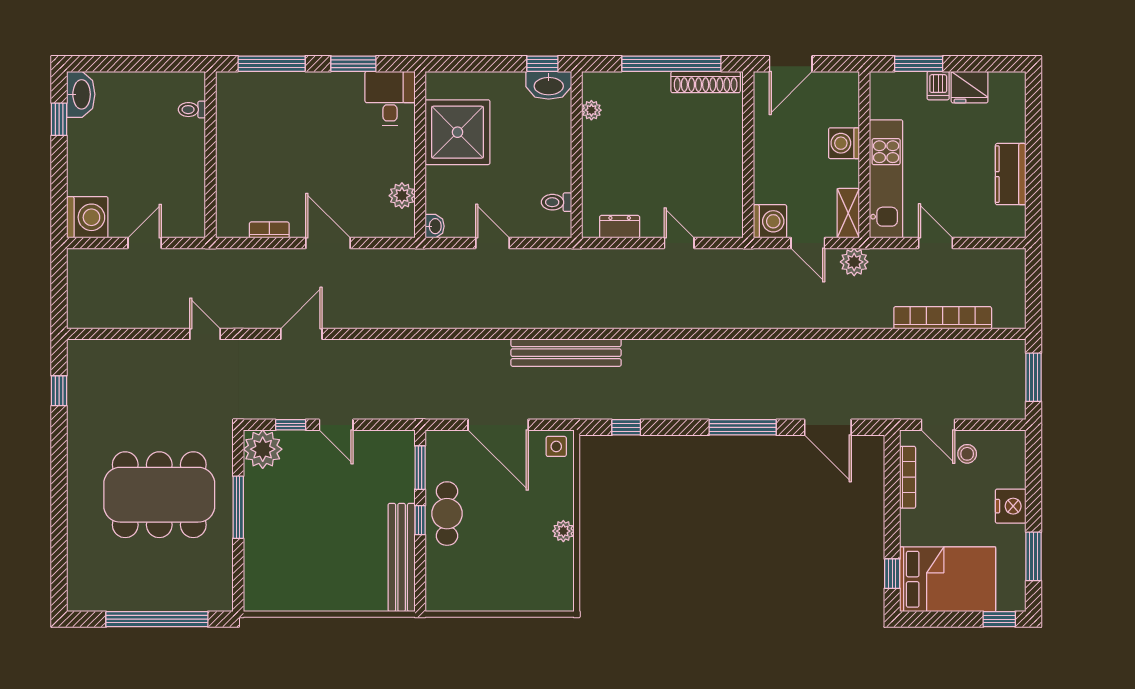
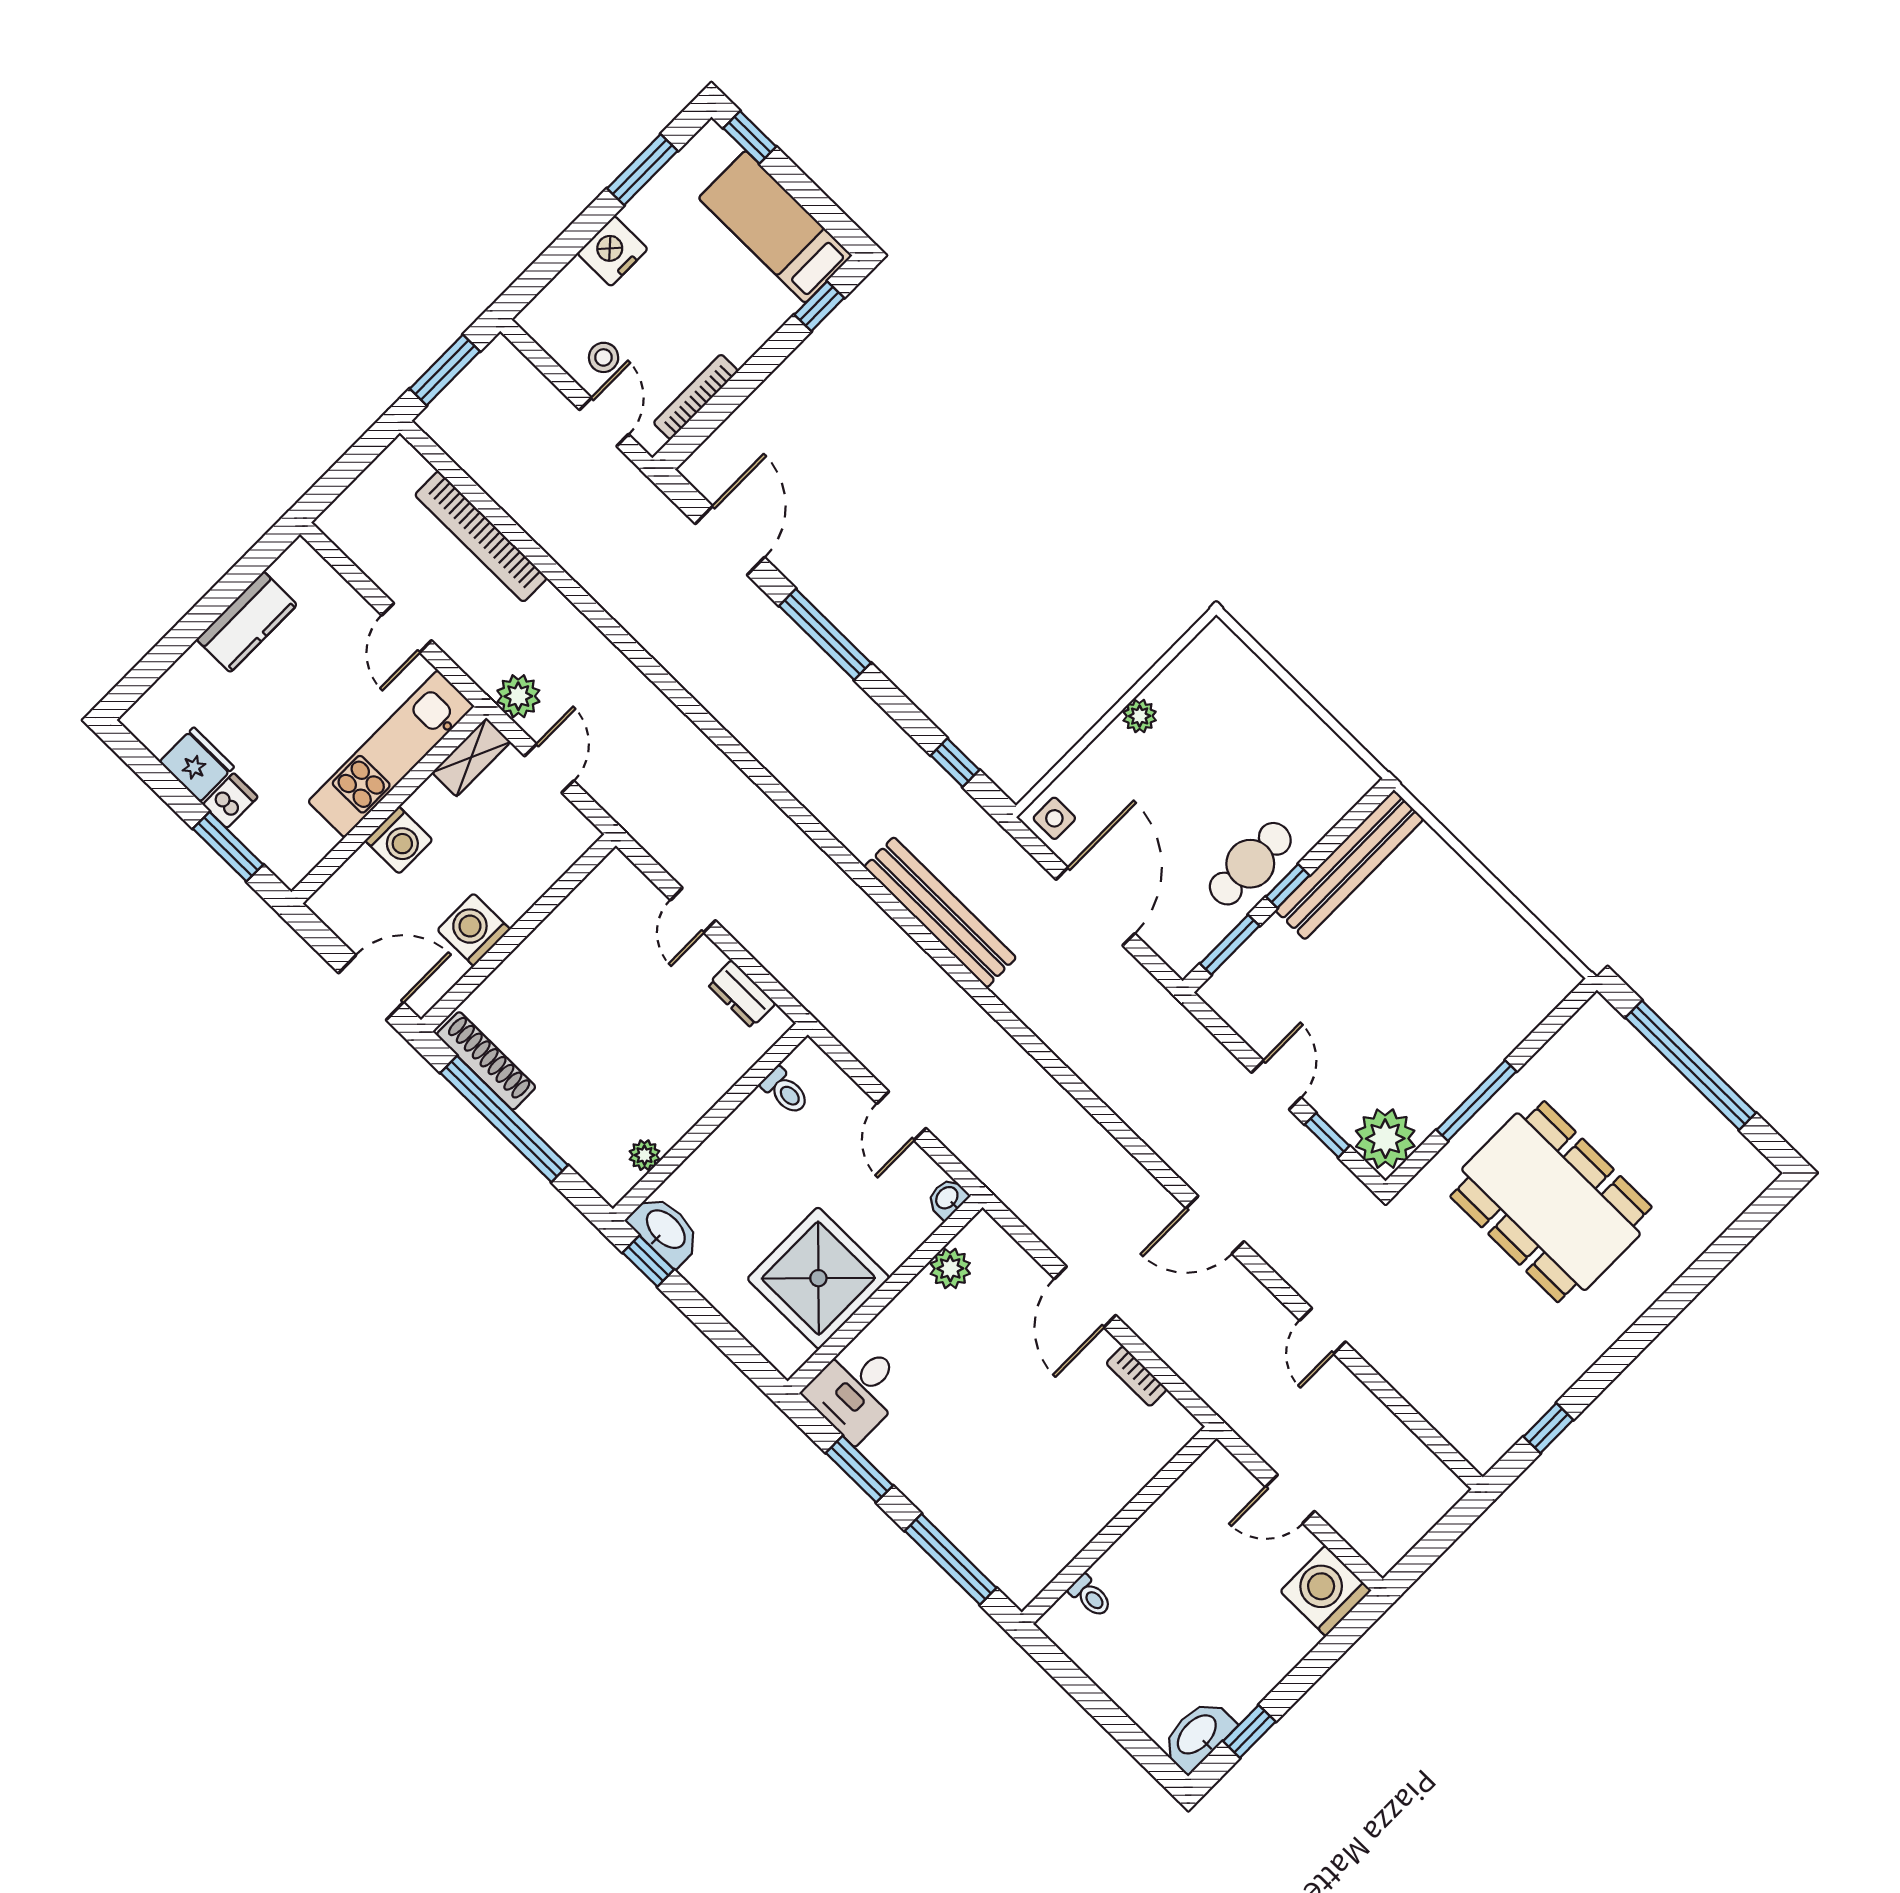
washing machine: (770, 221) -> (474, 930), moved
bed: (948, 579) -> (775, 227), width x0.67

